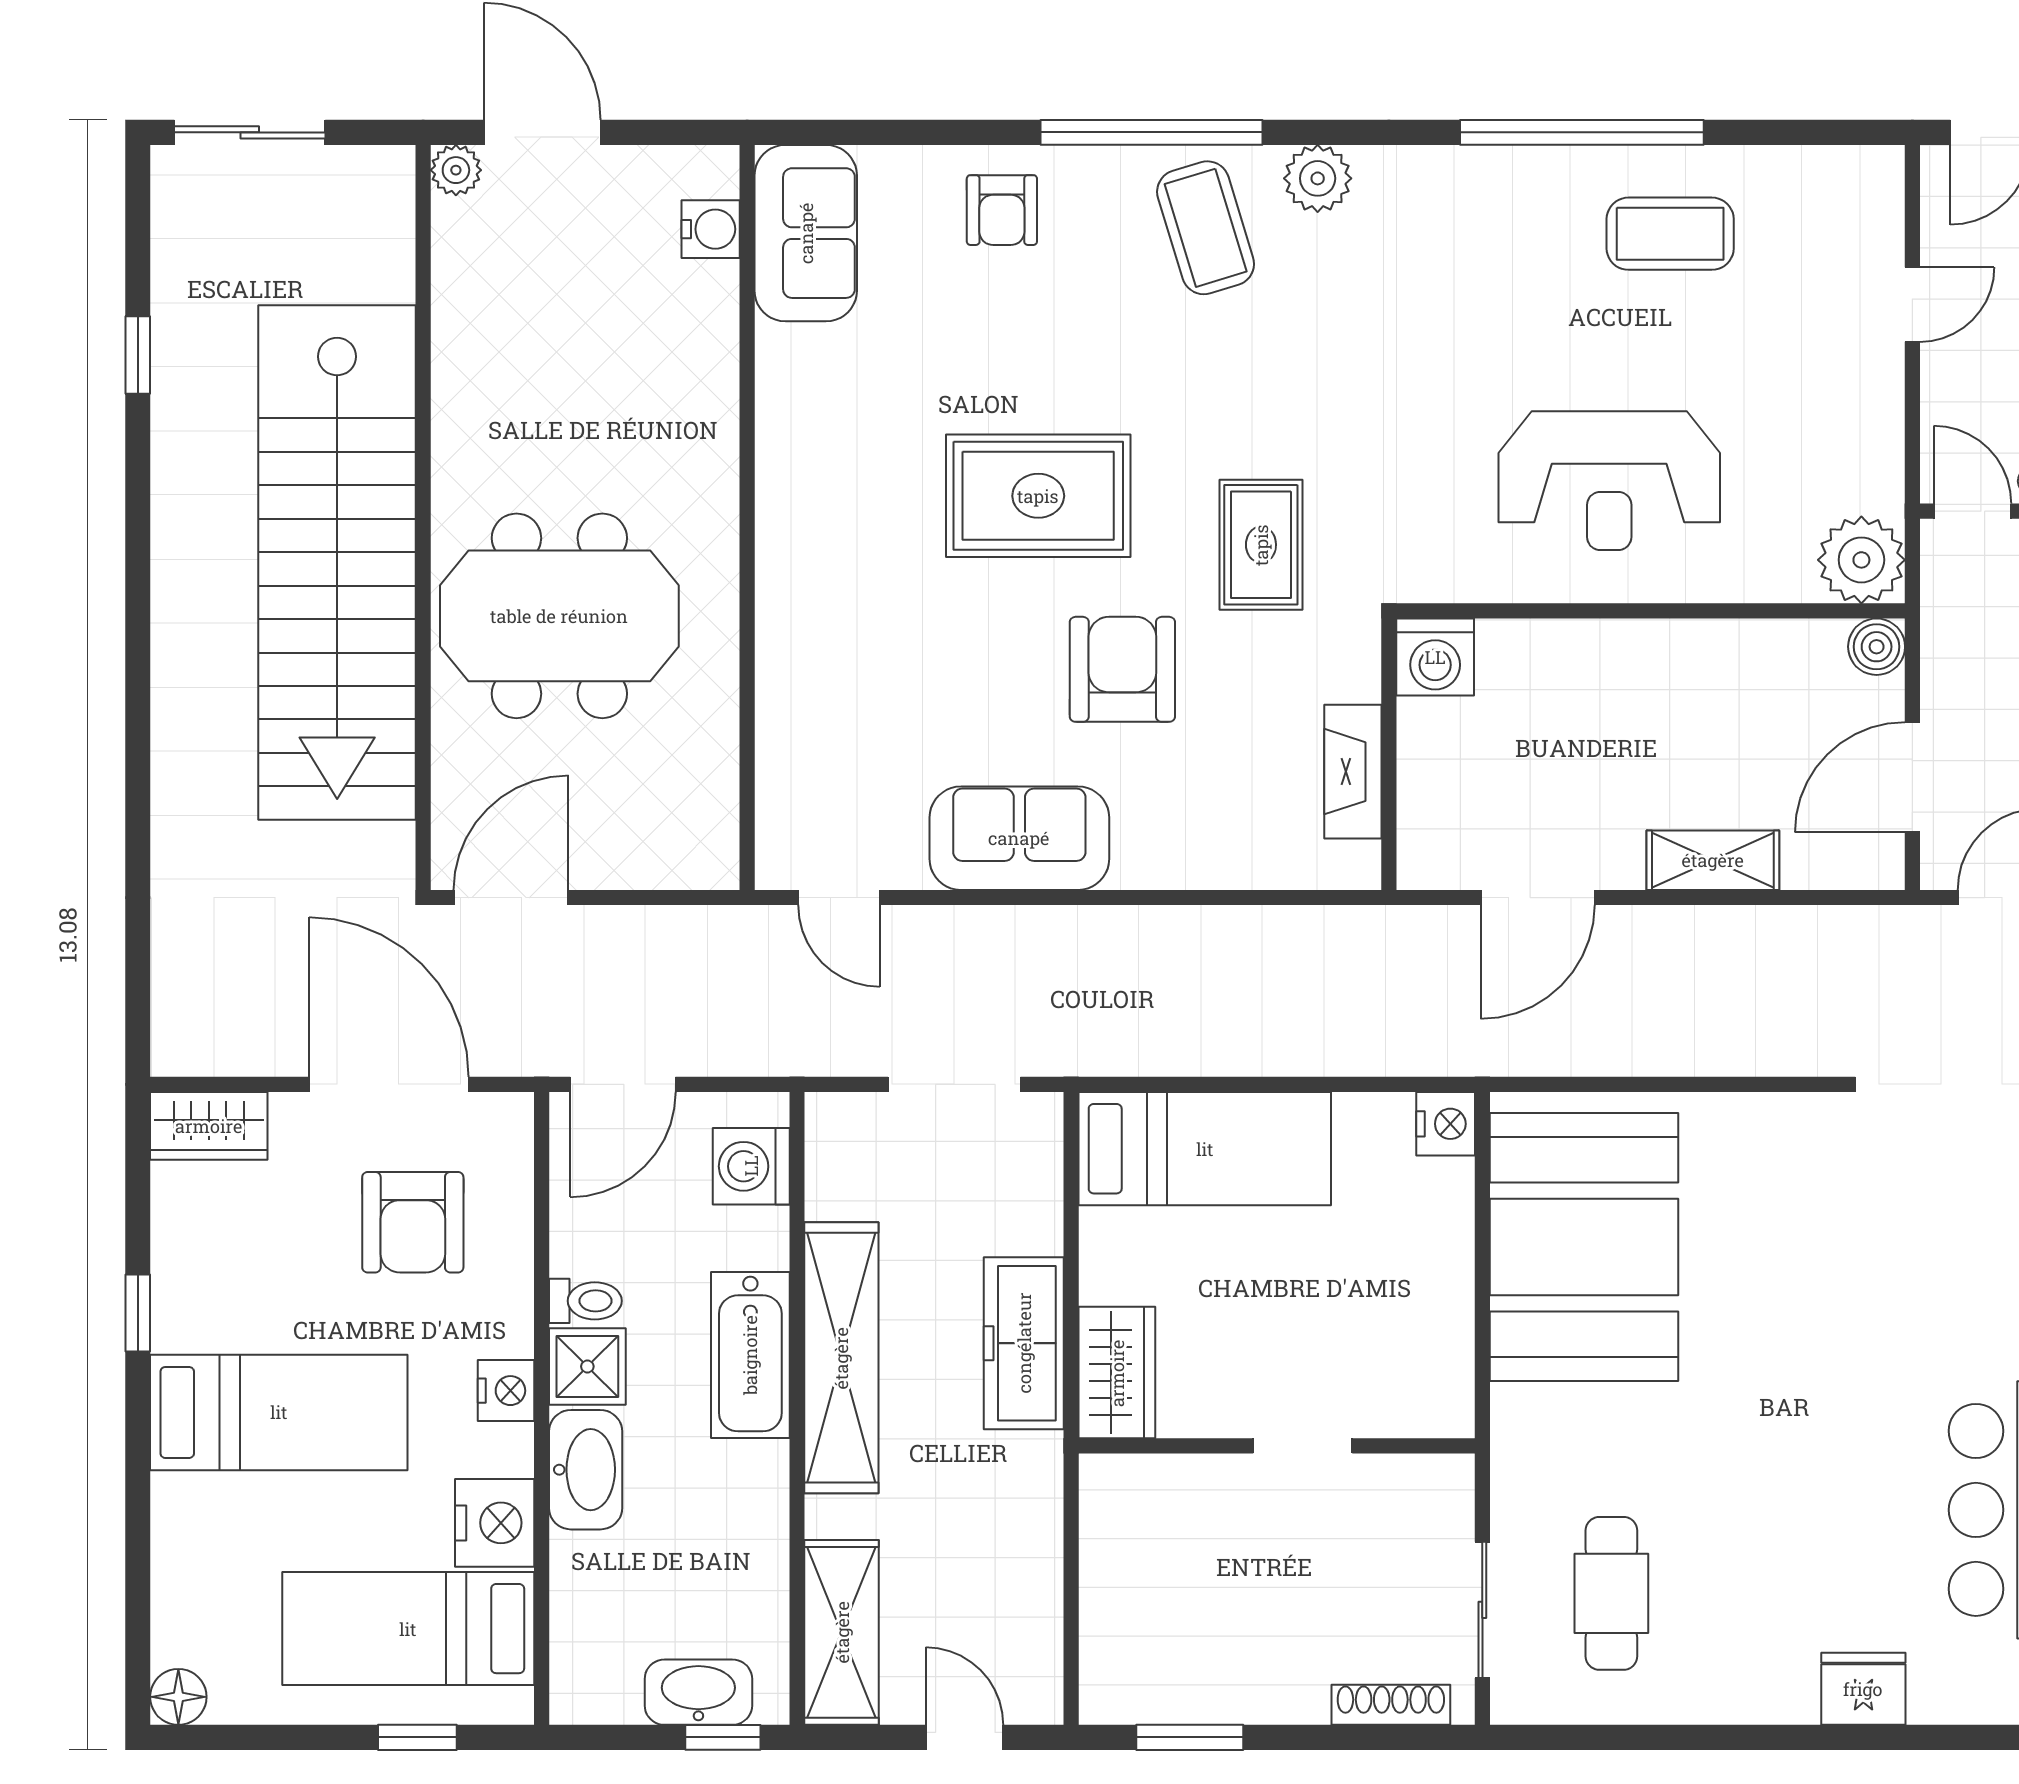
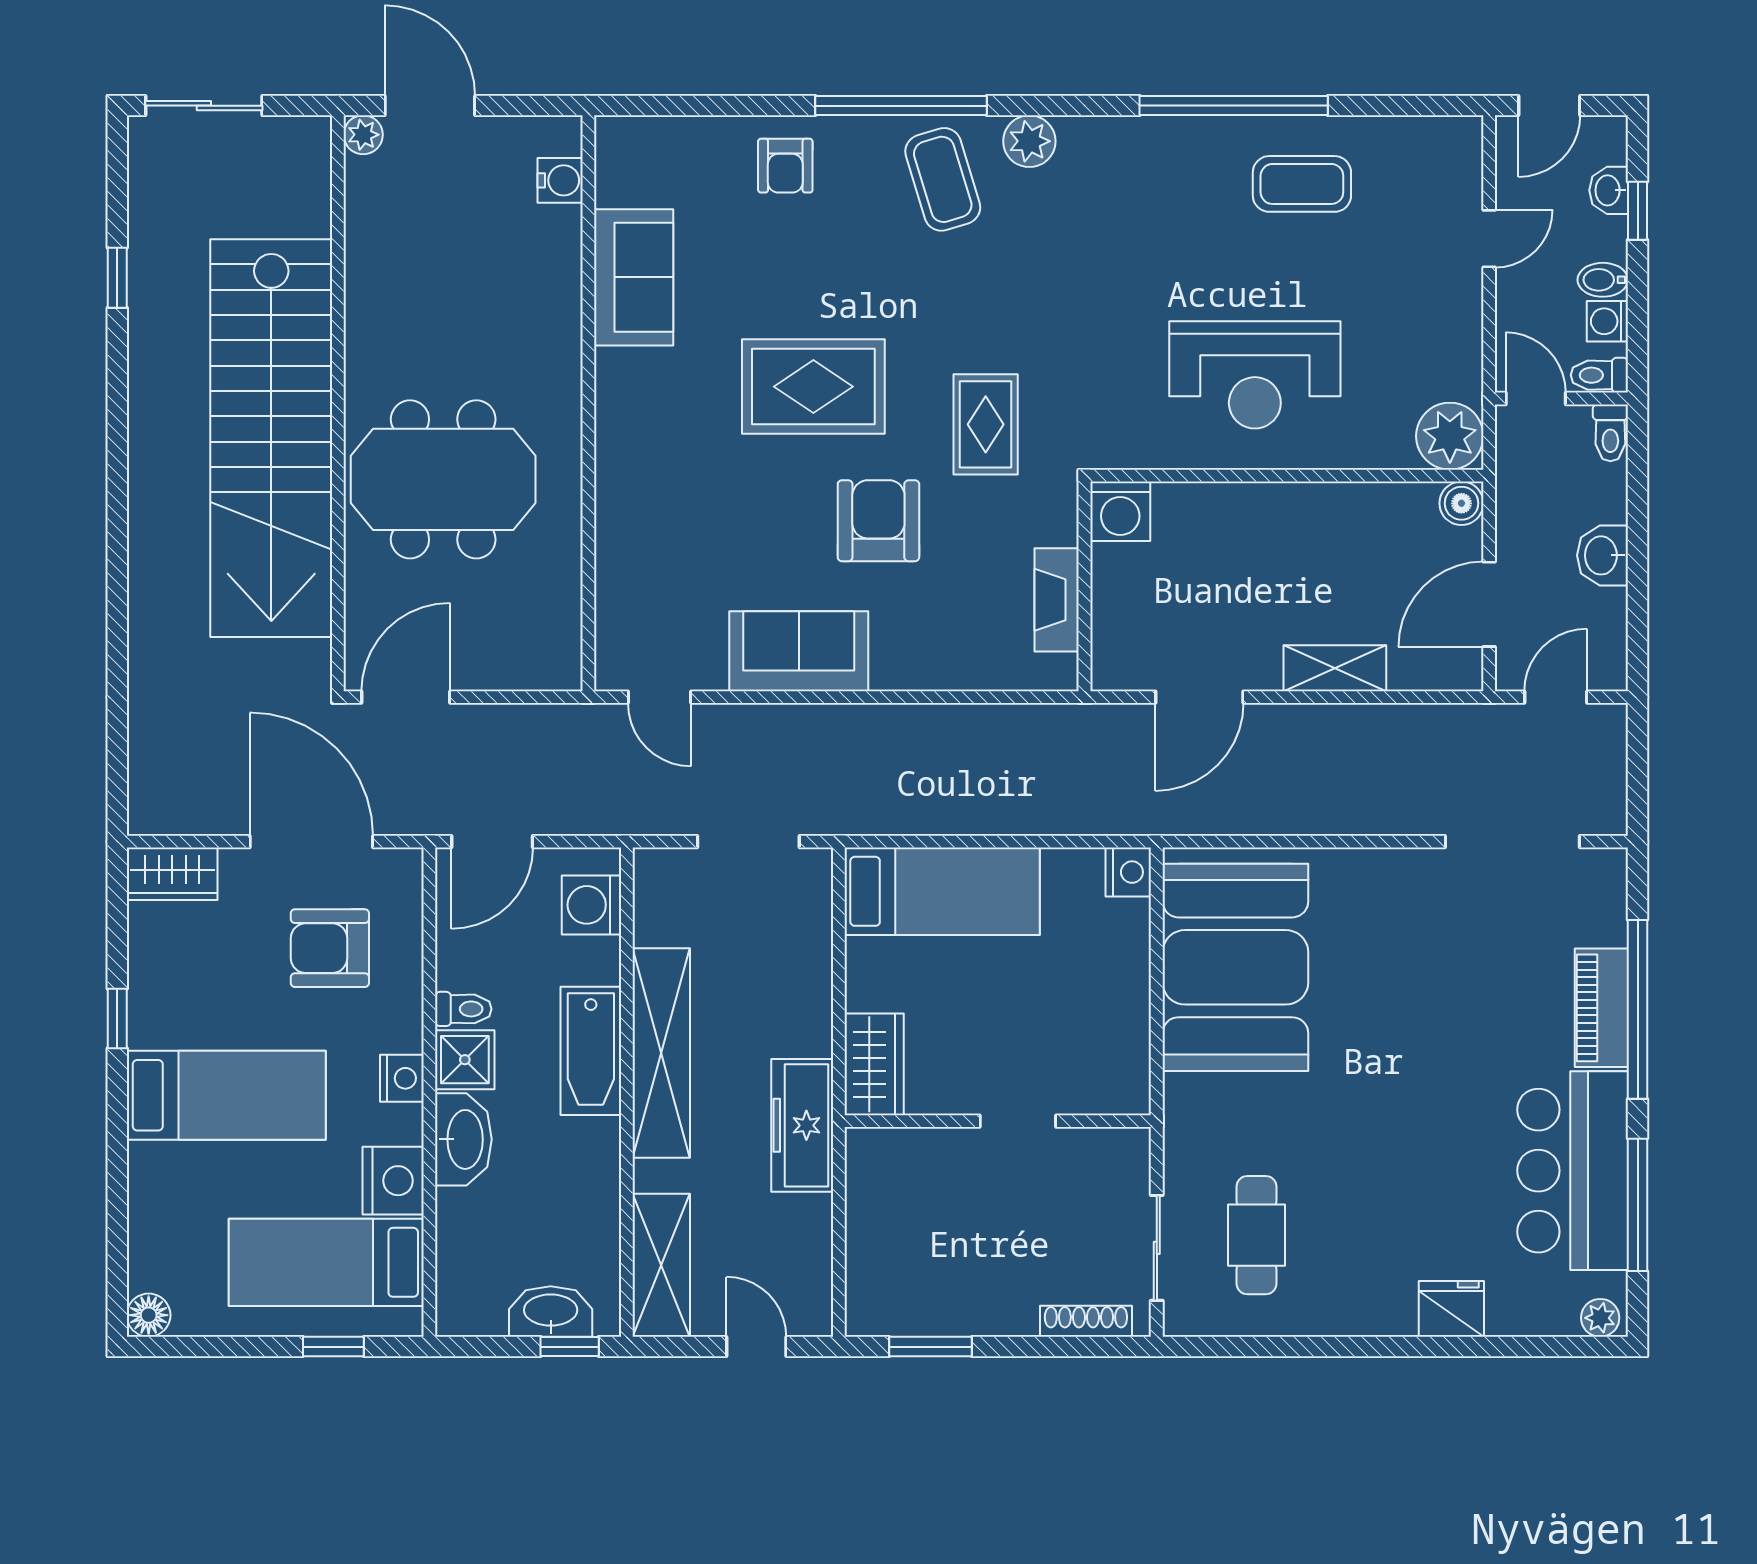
sofa: (806, 233) -> (634, 277), moved
armchair: (413, 1222) -> (330, 948), turned 90
freezer: (1024, 1343) -> (802, 1125), moved

